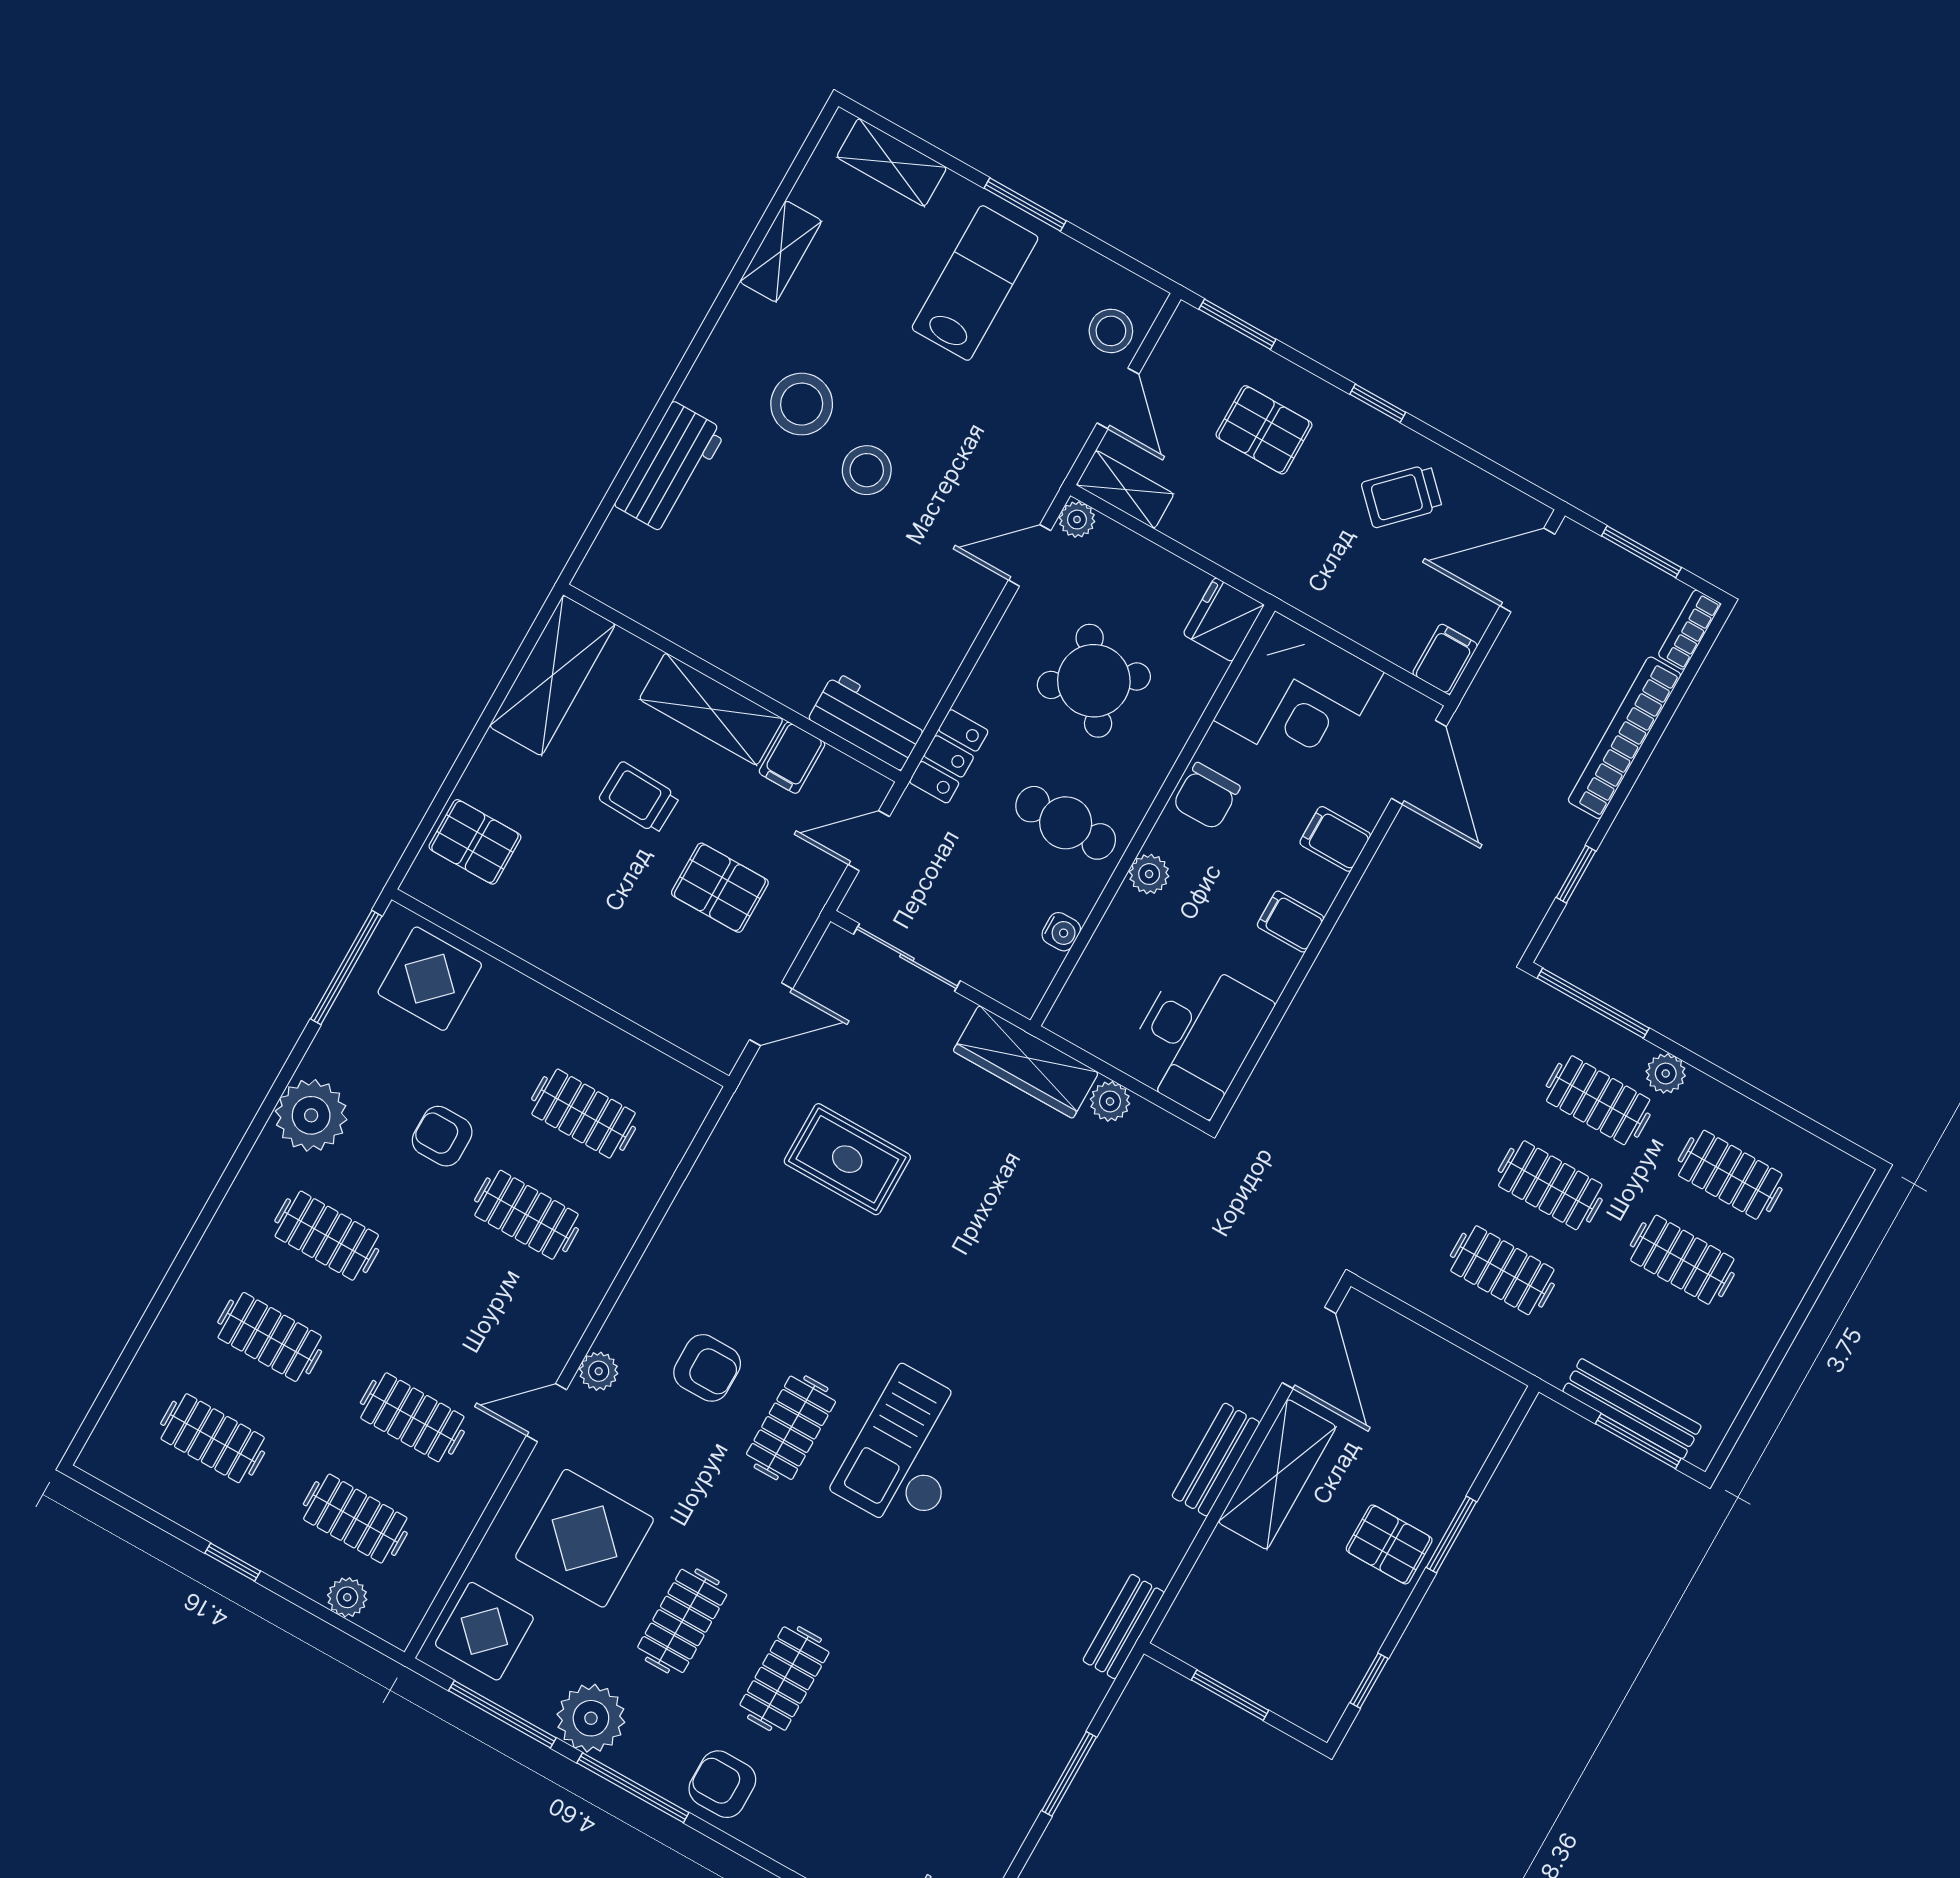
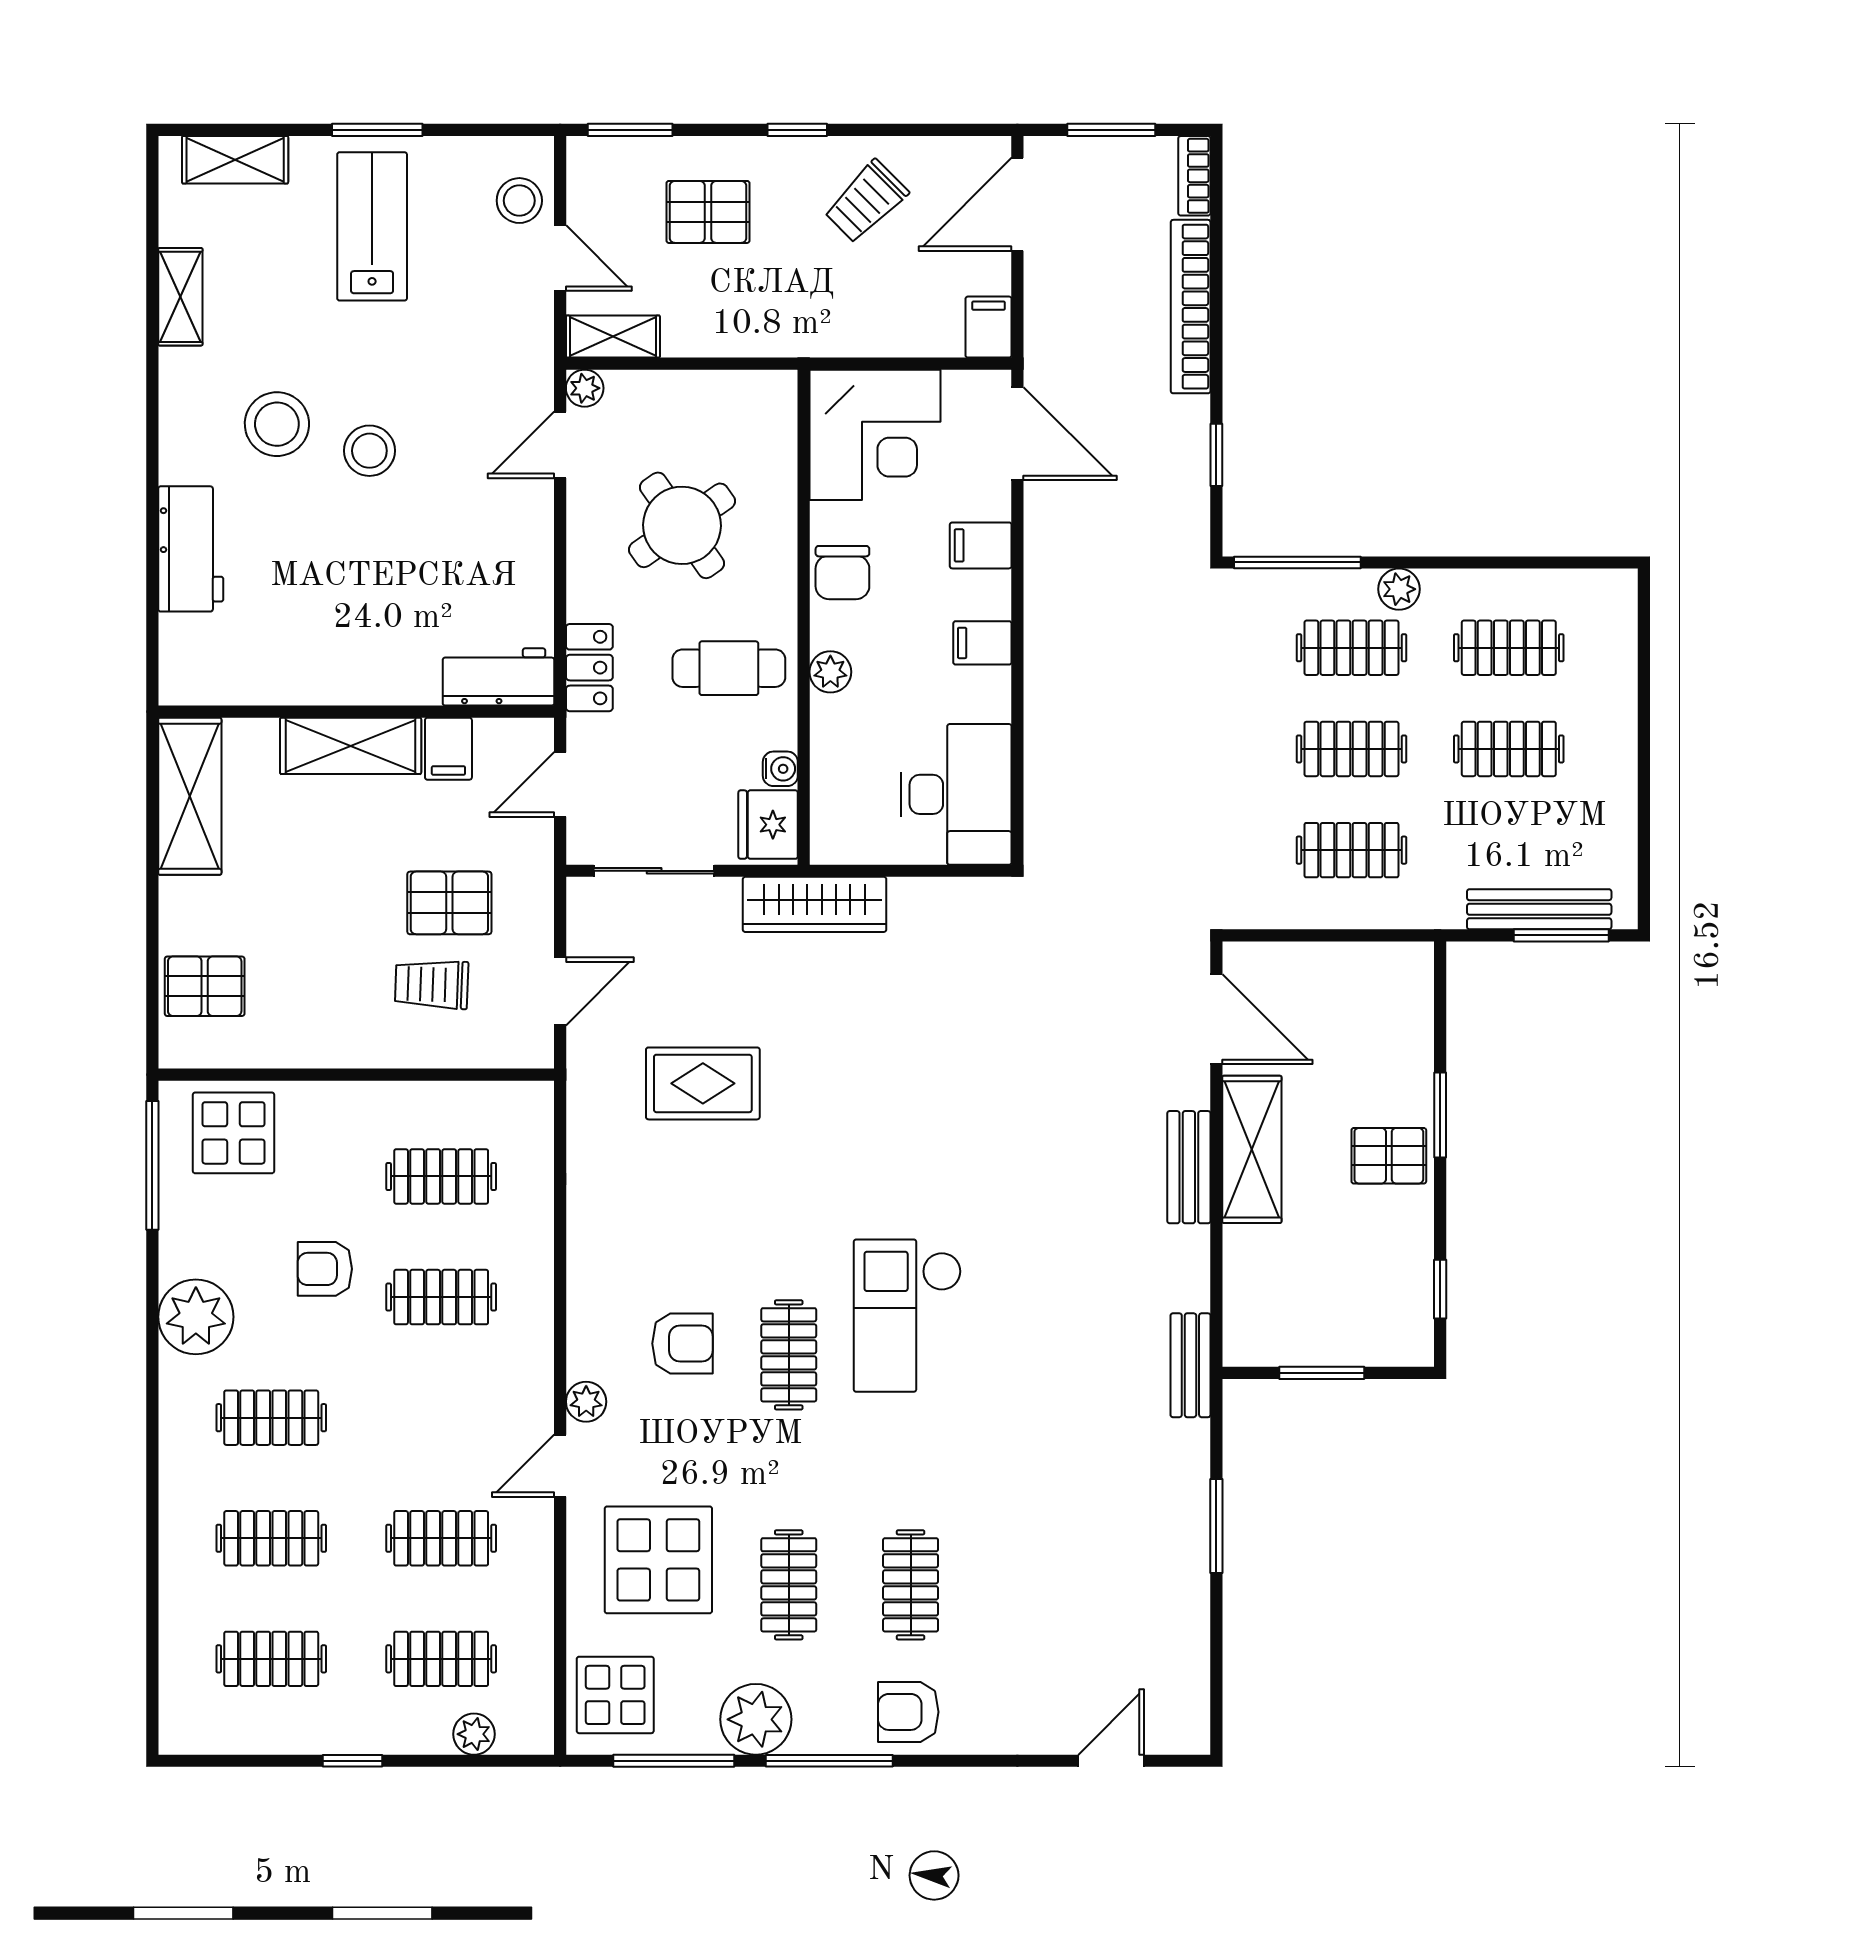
fridge: (1224, 620) -> (768, 825), moved
trolley: (639, 798) -> (432, 984), moved
plant: (1110, 1101) -> (911, 897), removed

